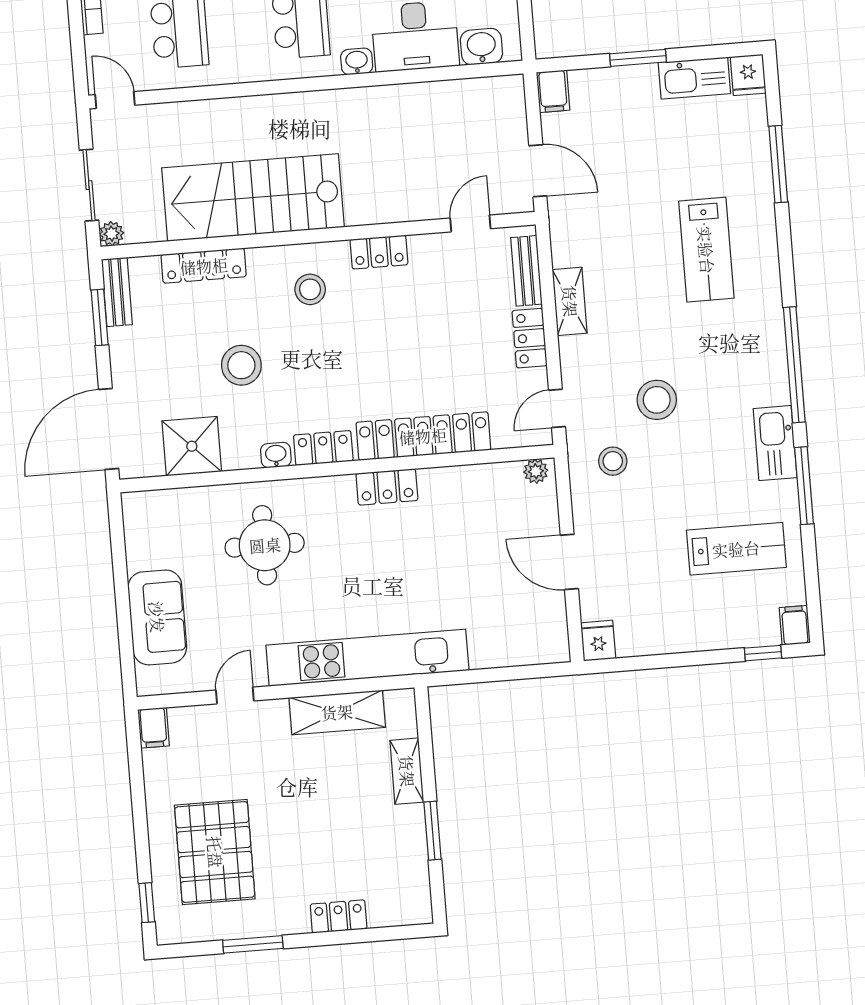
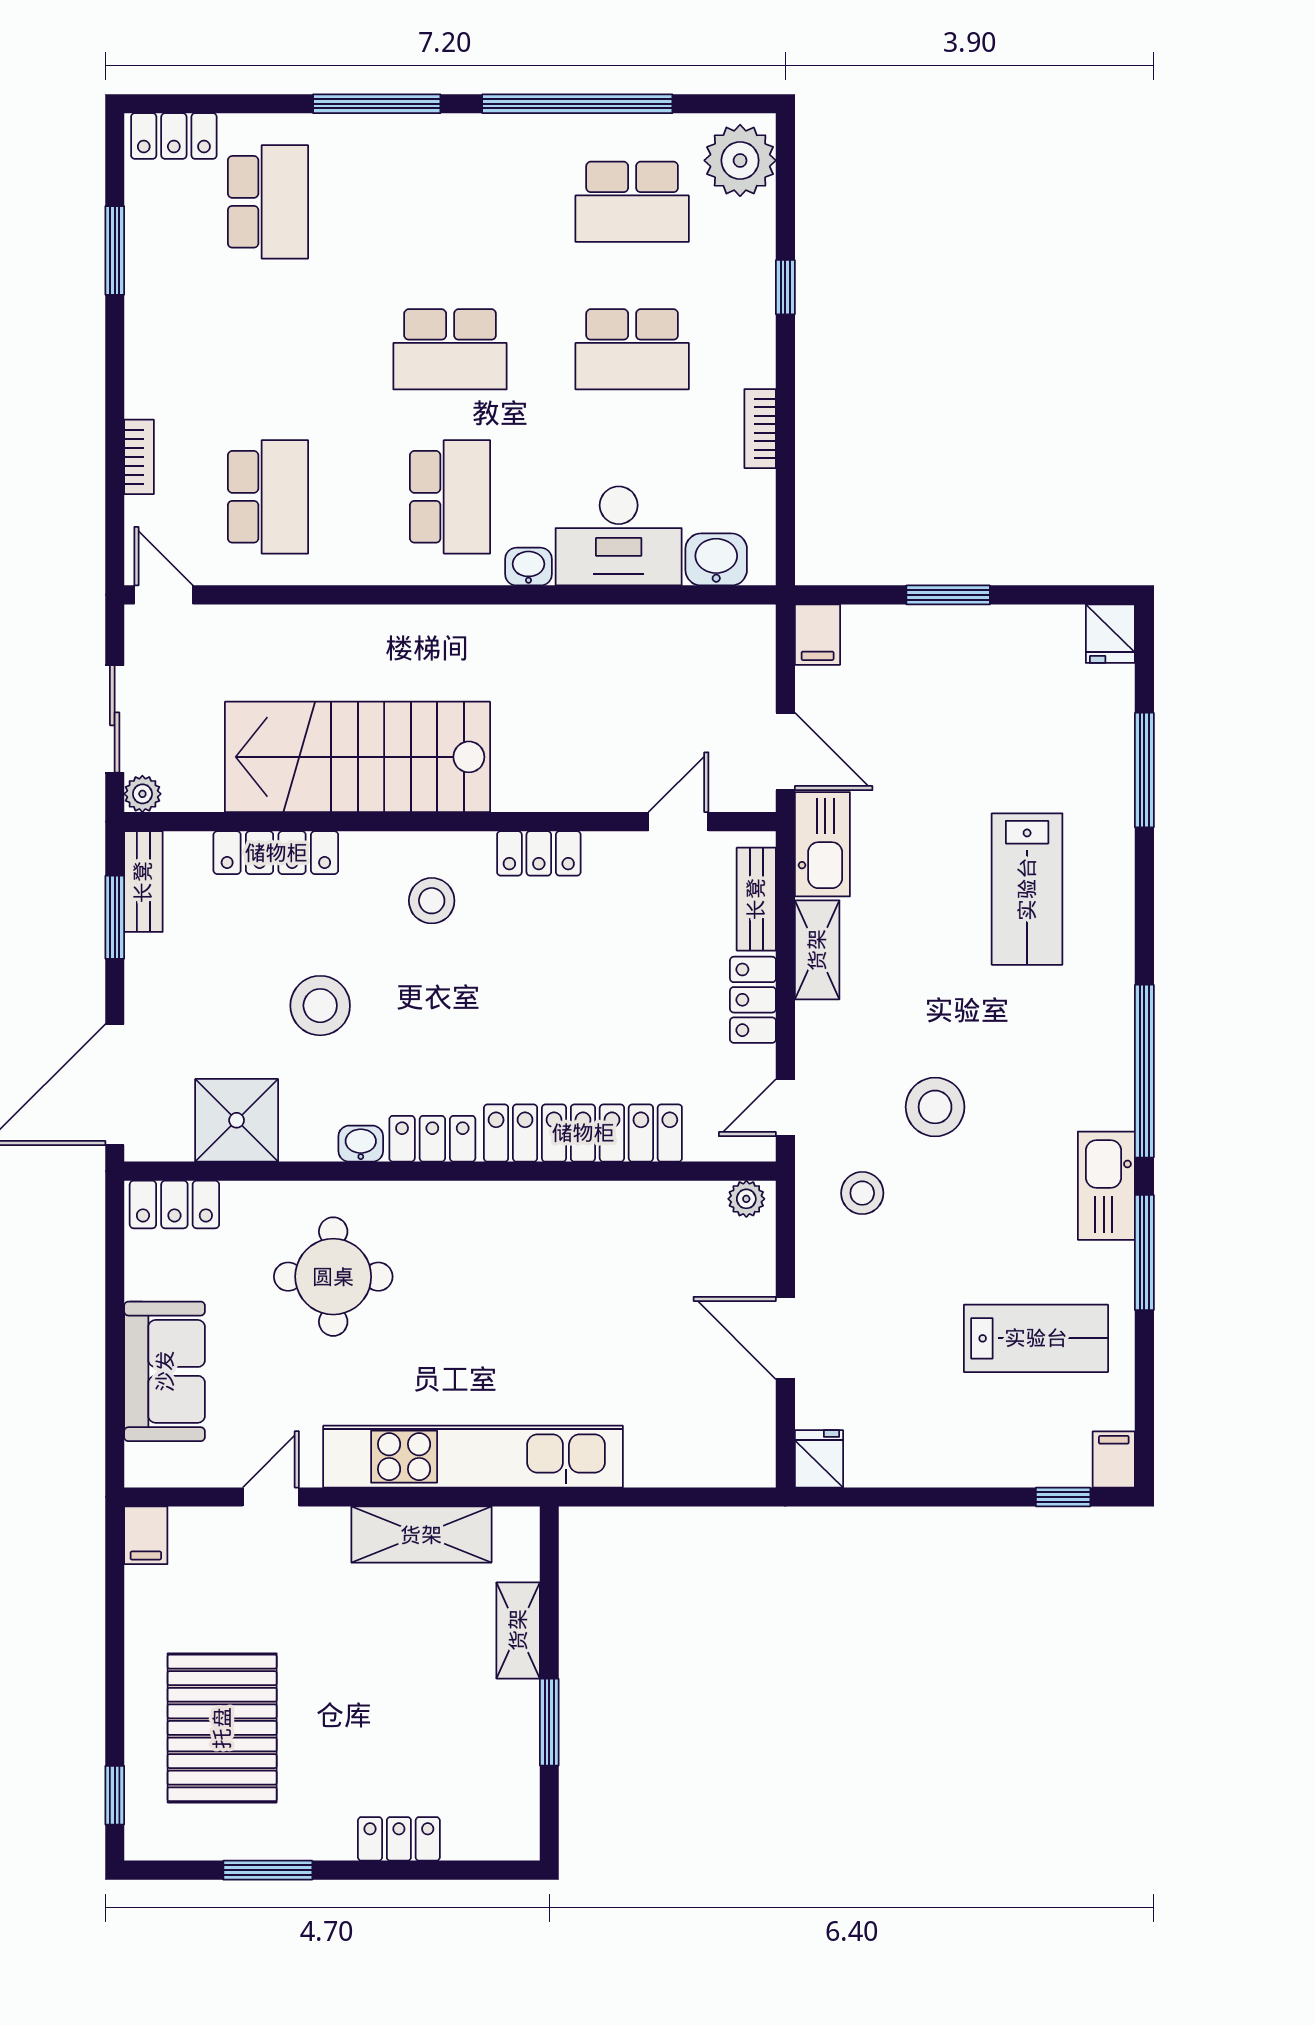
kitchen sink: (694, 78) -> (822, 844), moved, turned -90
locker: (387, 487) -> (174, 1204), moved

